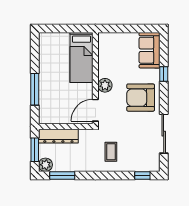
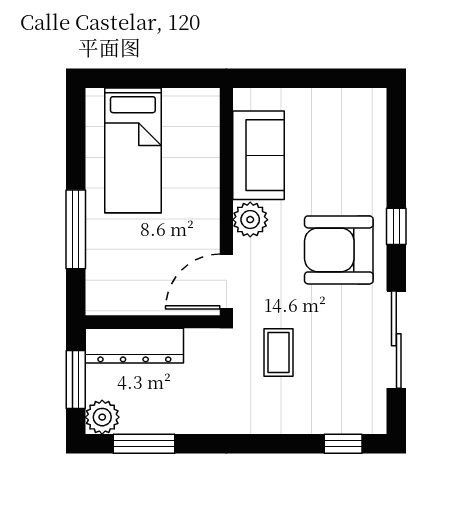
sofa: (150, 50) -> (258, 155), moved, turned 180
bed: (81, 57) -> (133, 150), moved
window: (164, 74) -> (396, 226), moved
coffee table: (111, 152) -> (278, 353), moved

